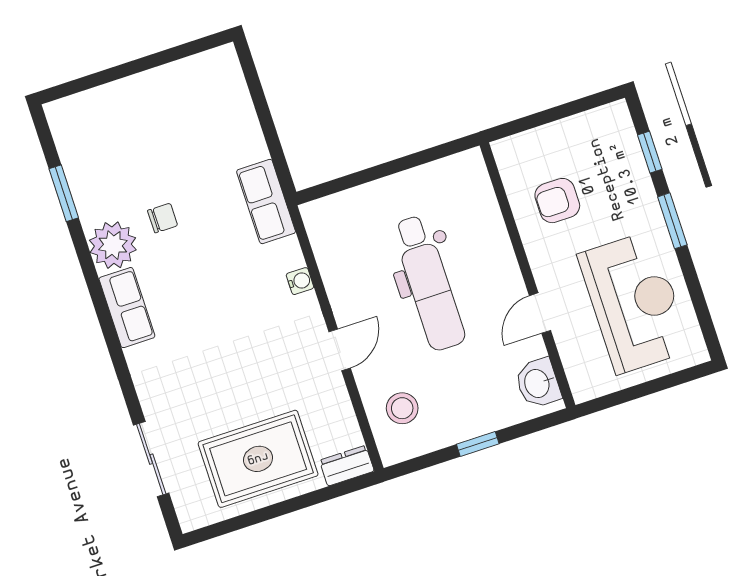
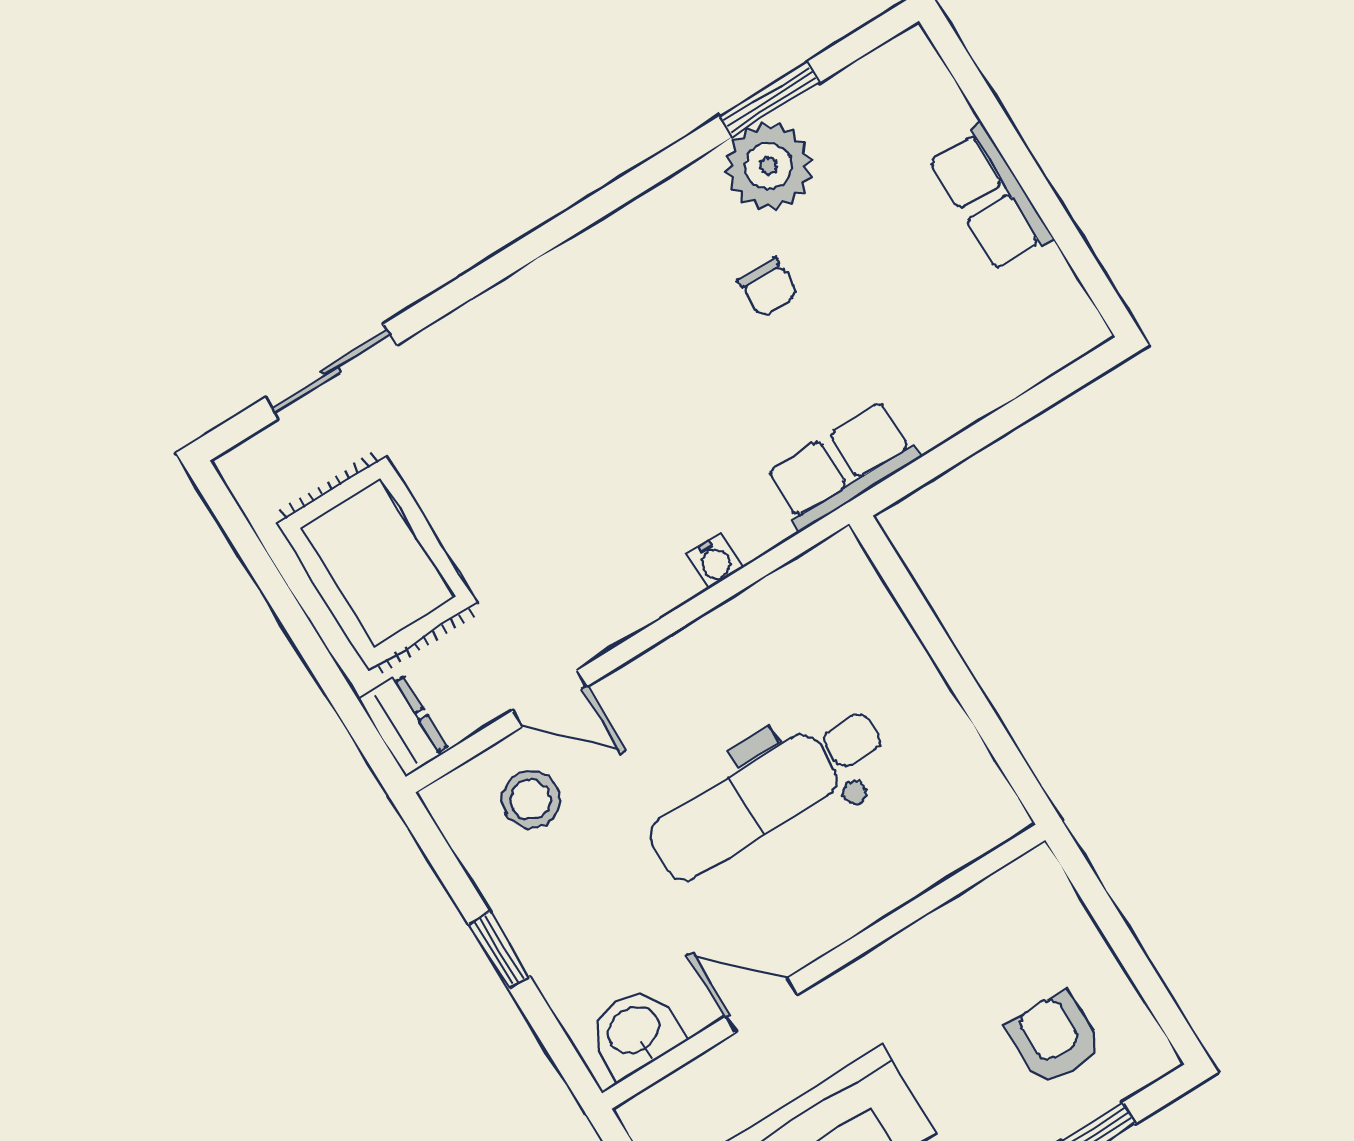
armchair: (557, 201) -> (1054, 1038), moved
plant: (113, 245) -> (769, 166), moved
row of seats: (127, 308) -> (990, 198), moved, turned 90
door: (340, 350) -> (550, 699), moved

